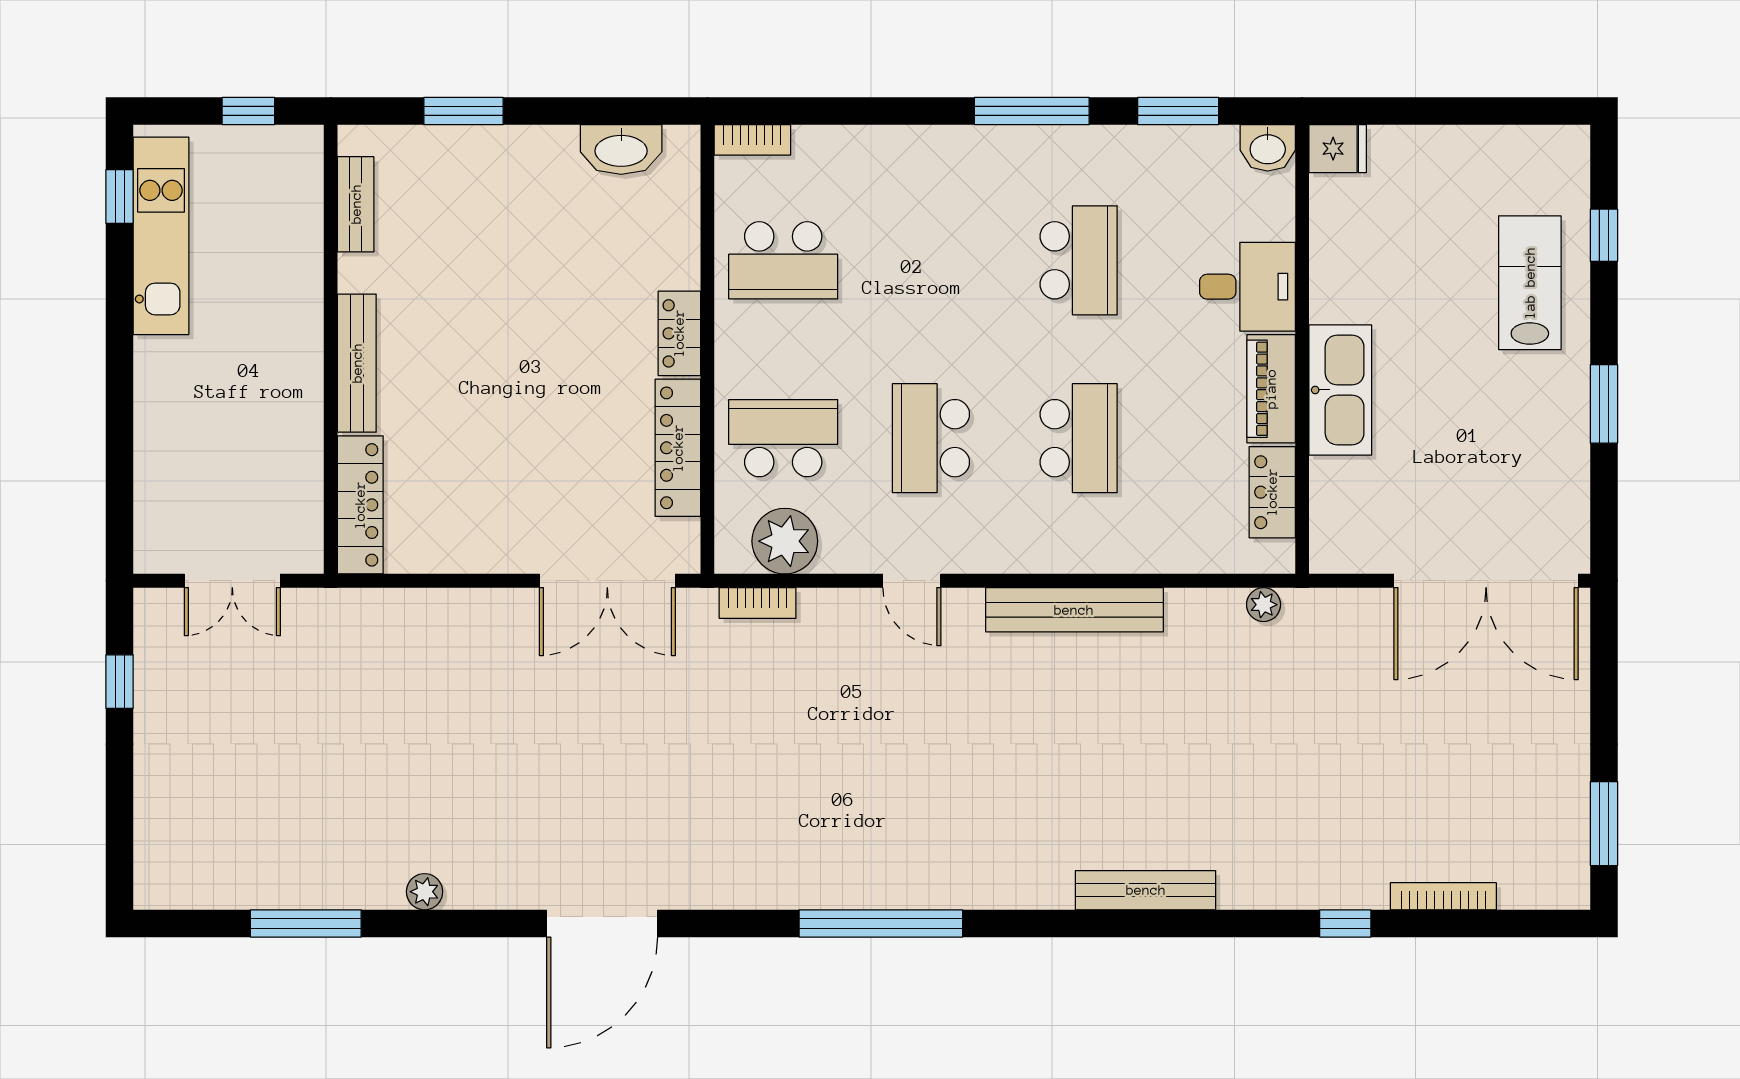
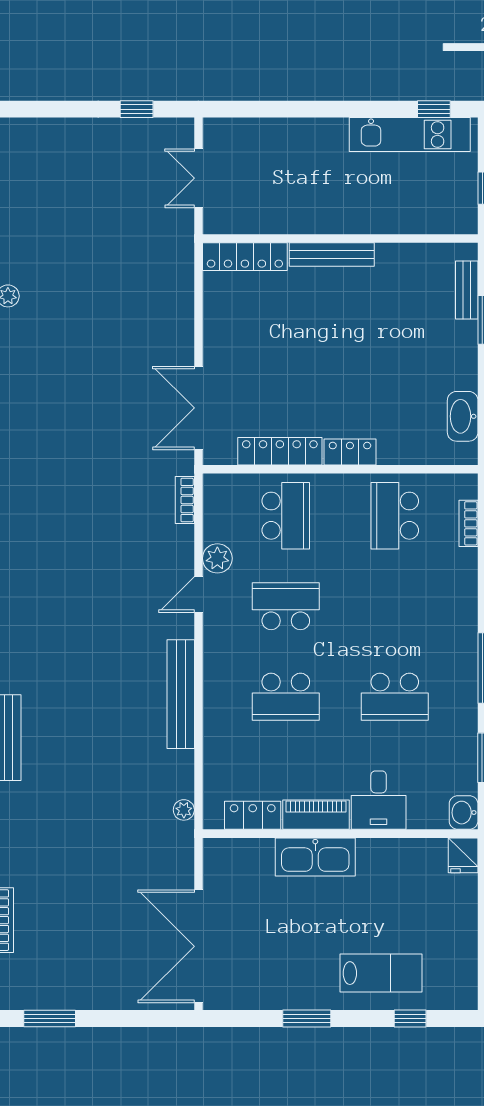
bookcase: (752, 140) -> (469, 523), moved
bench: (356, 204) -> (467, 290), moved, turned 90
plant: (785, 541) -> (217, 558), moved, width x0.73, depth x0.73

